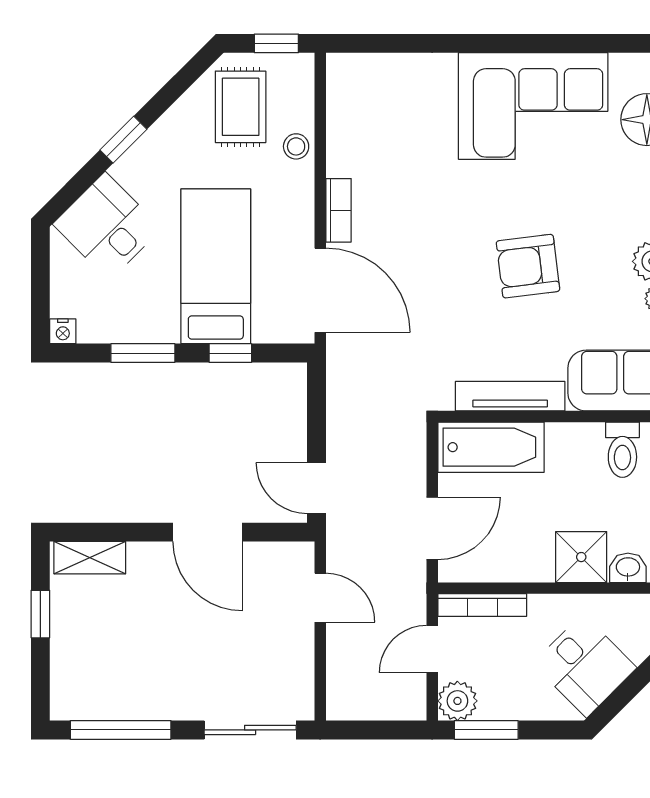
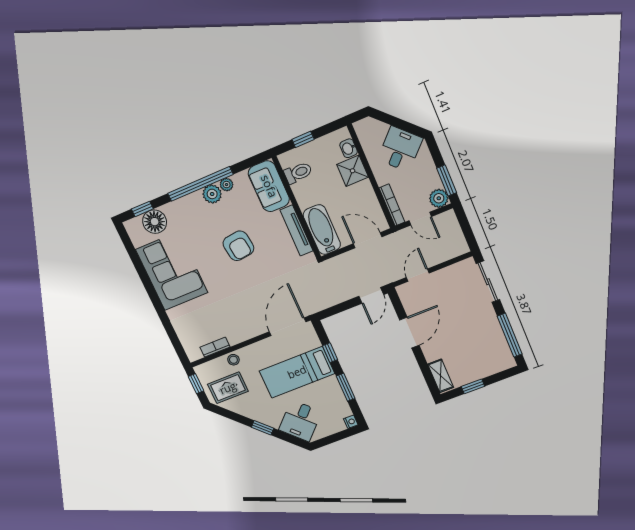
bookcase: (339, 210) -> (215, 347), moved

